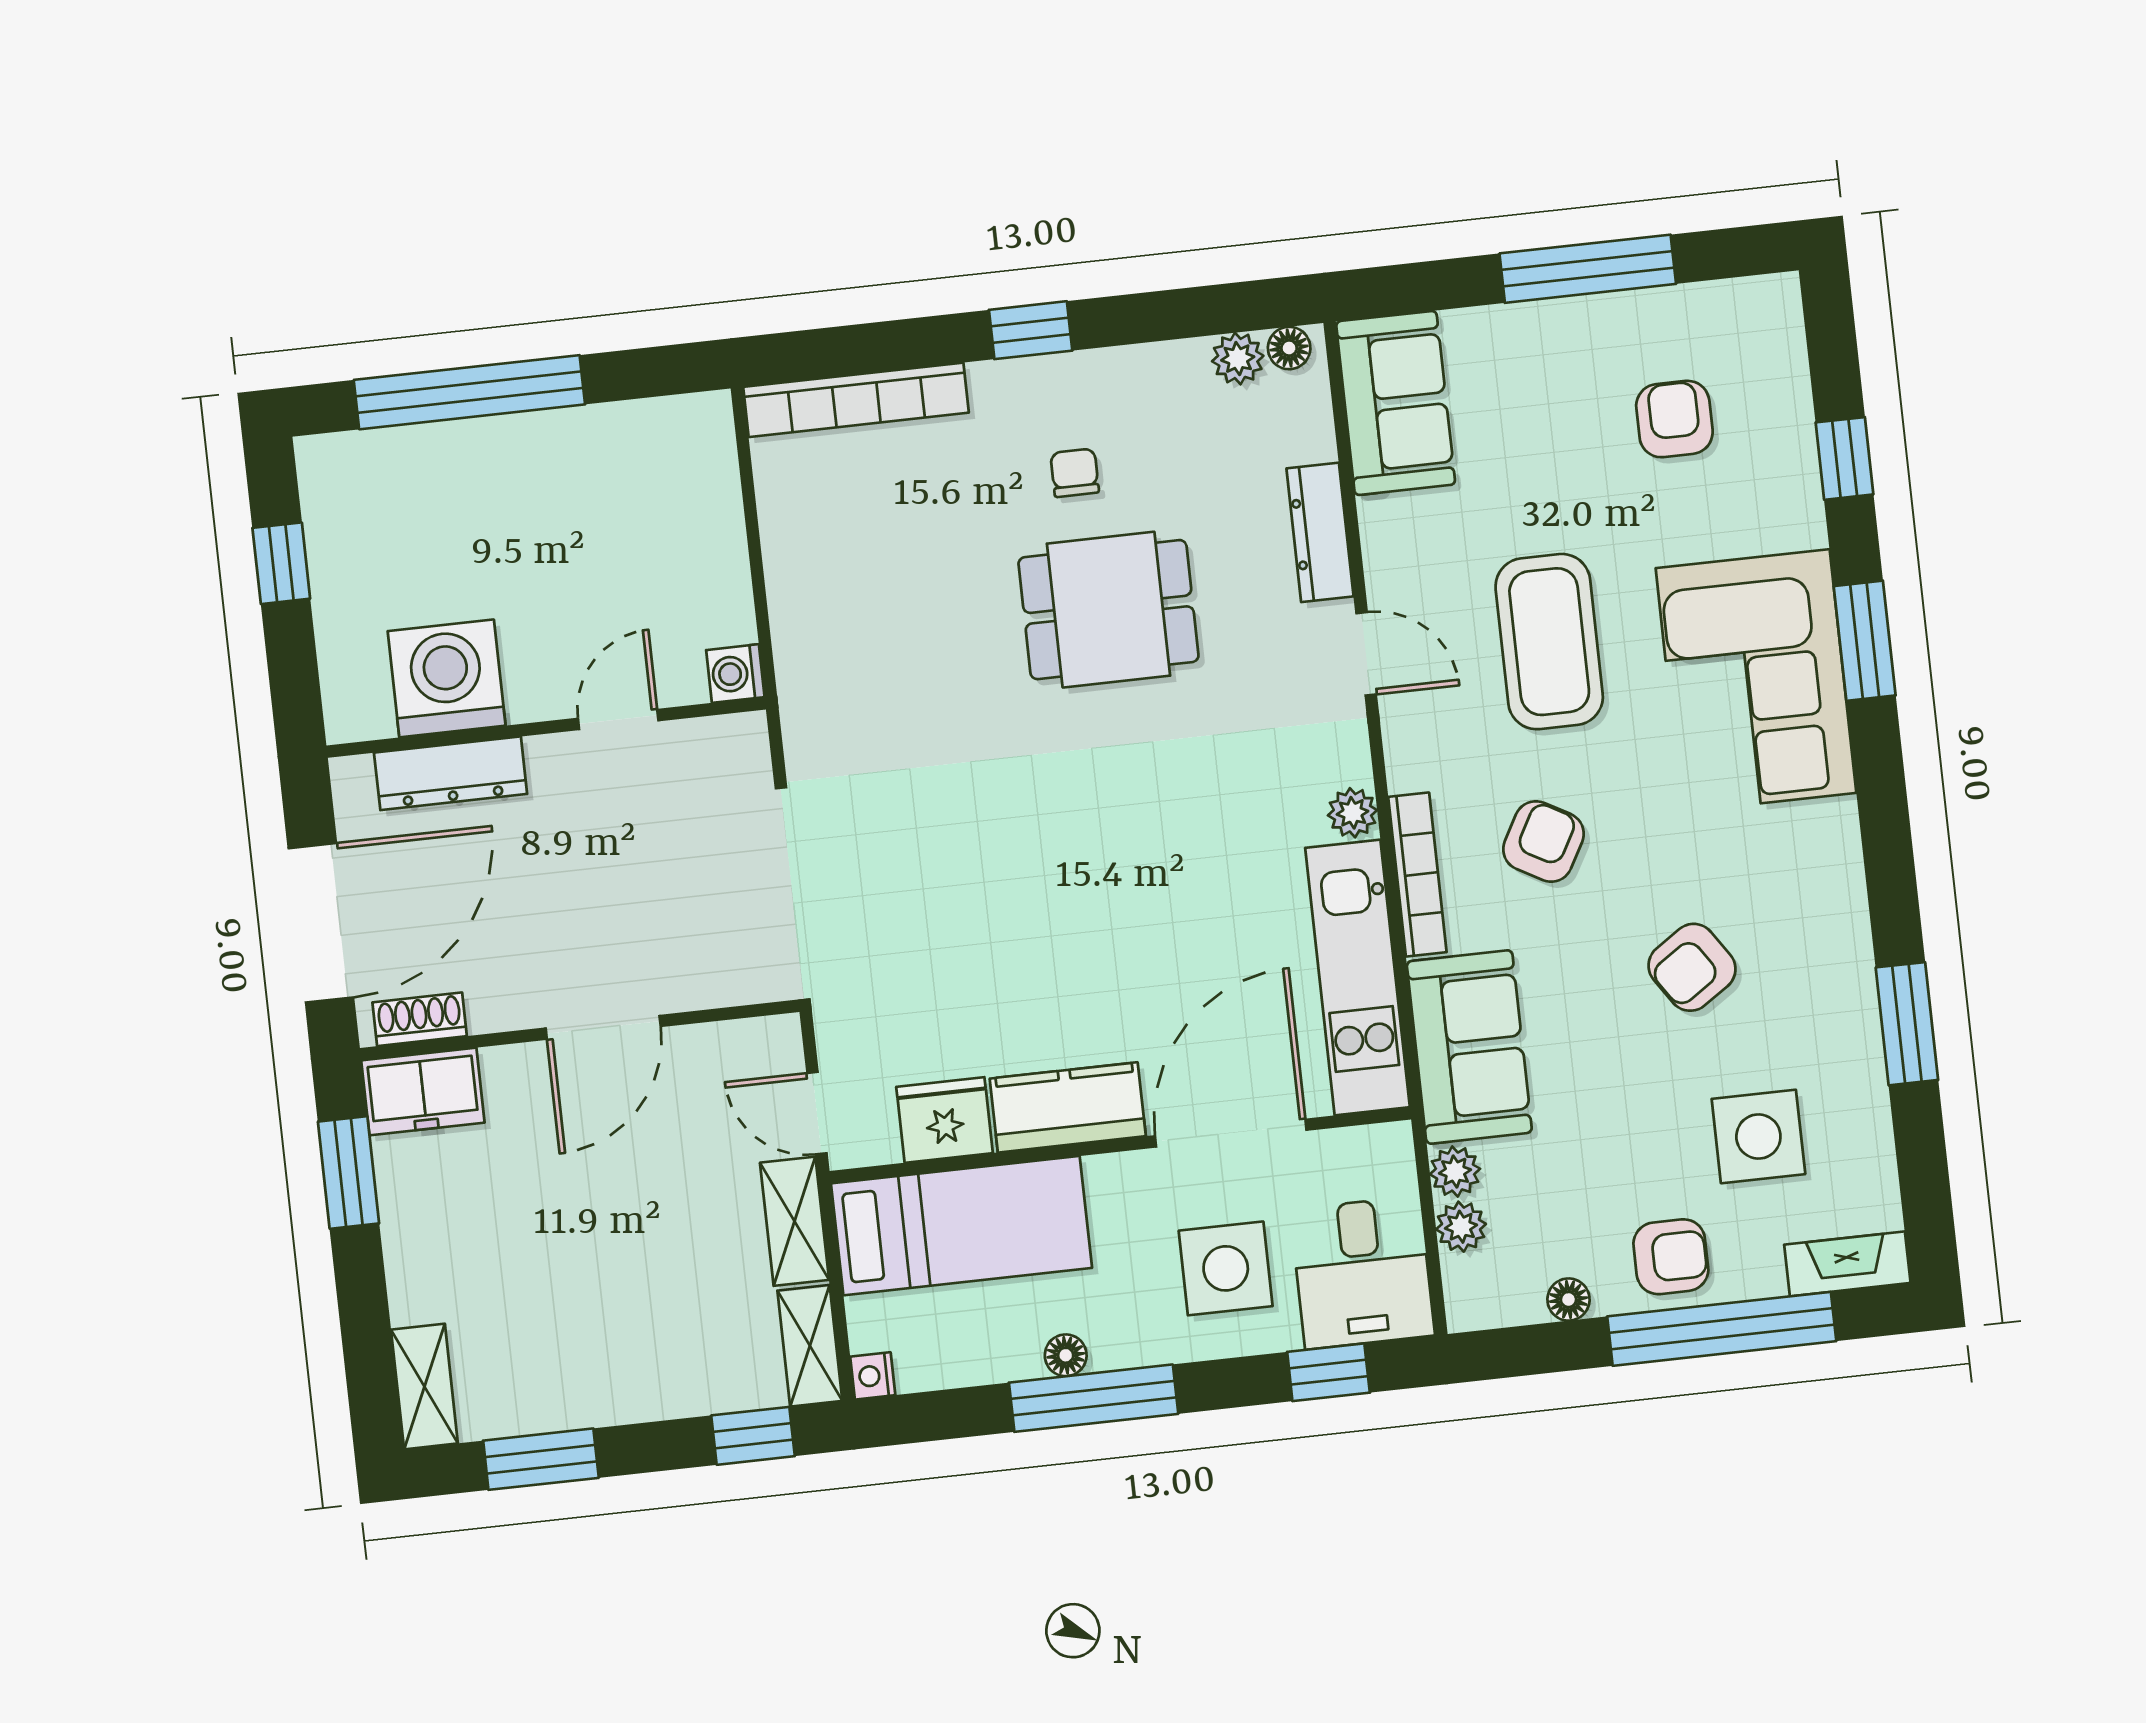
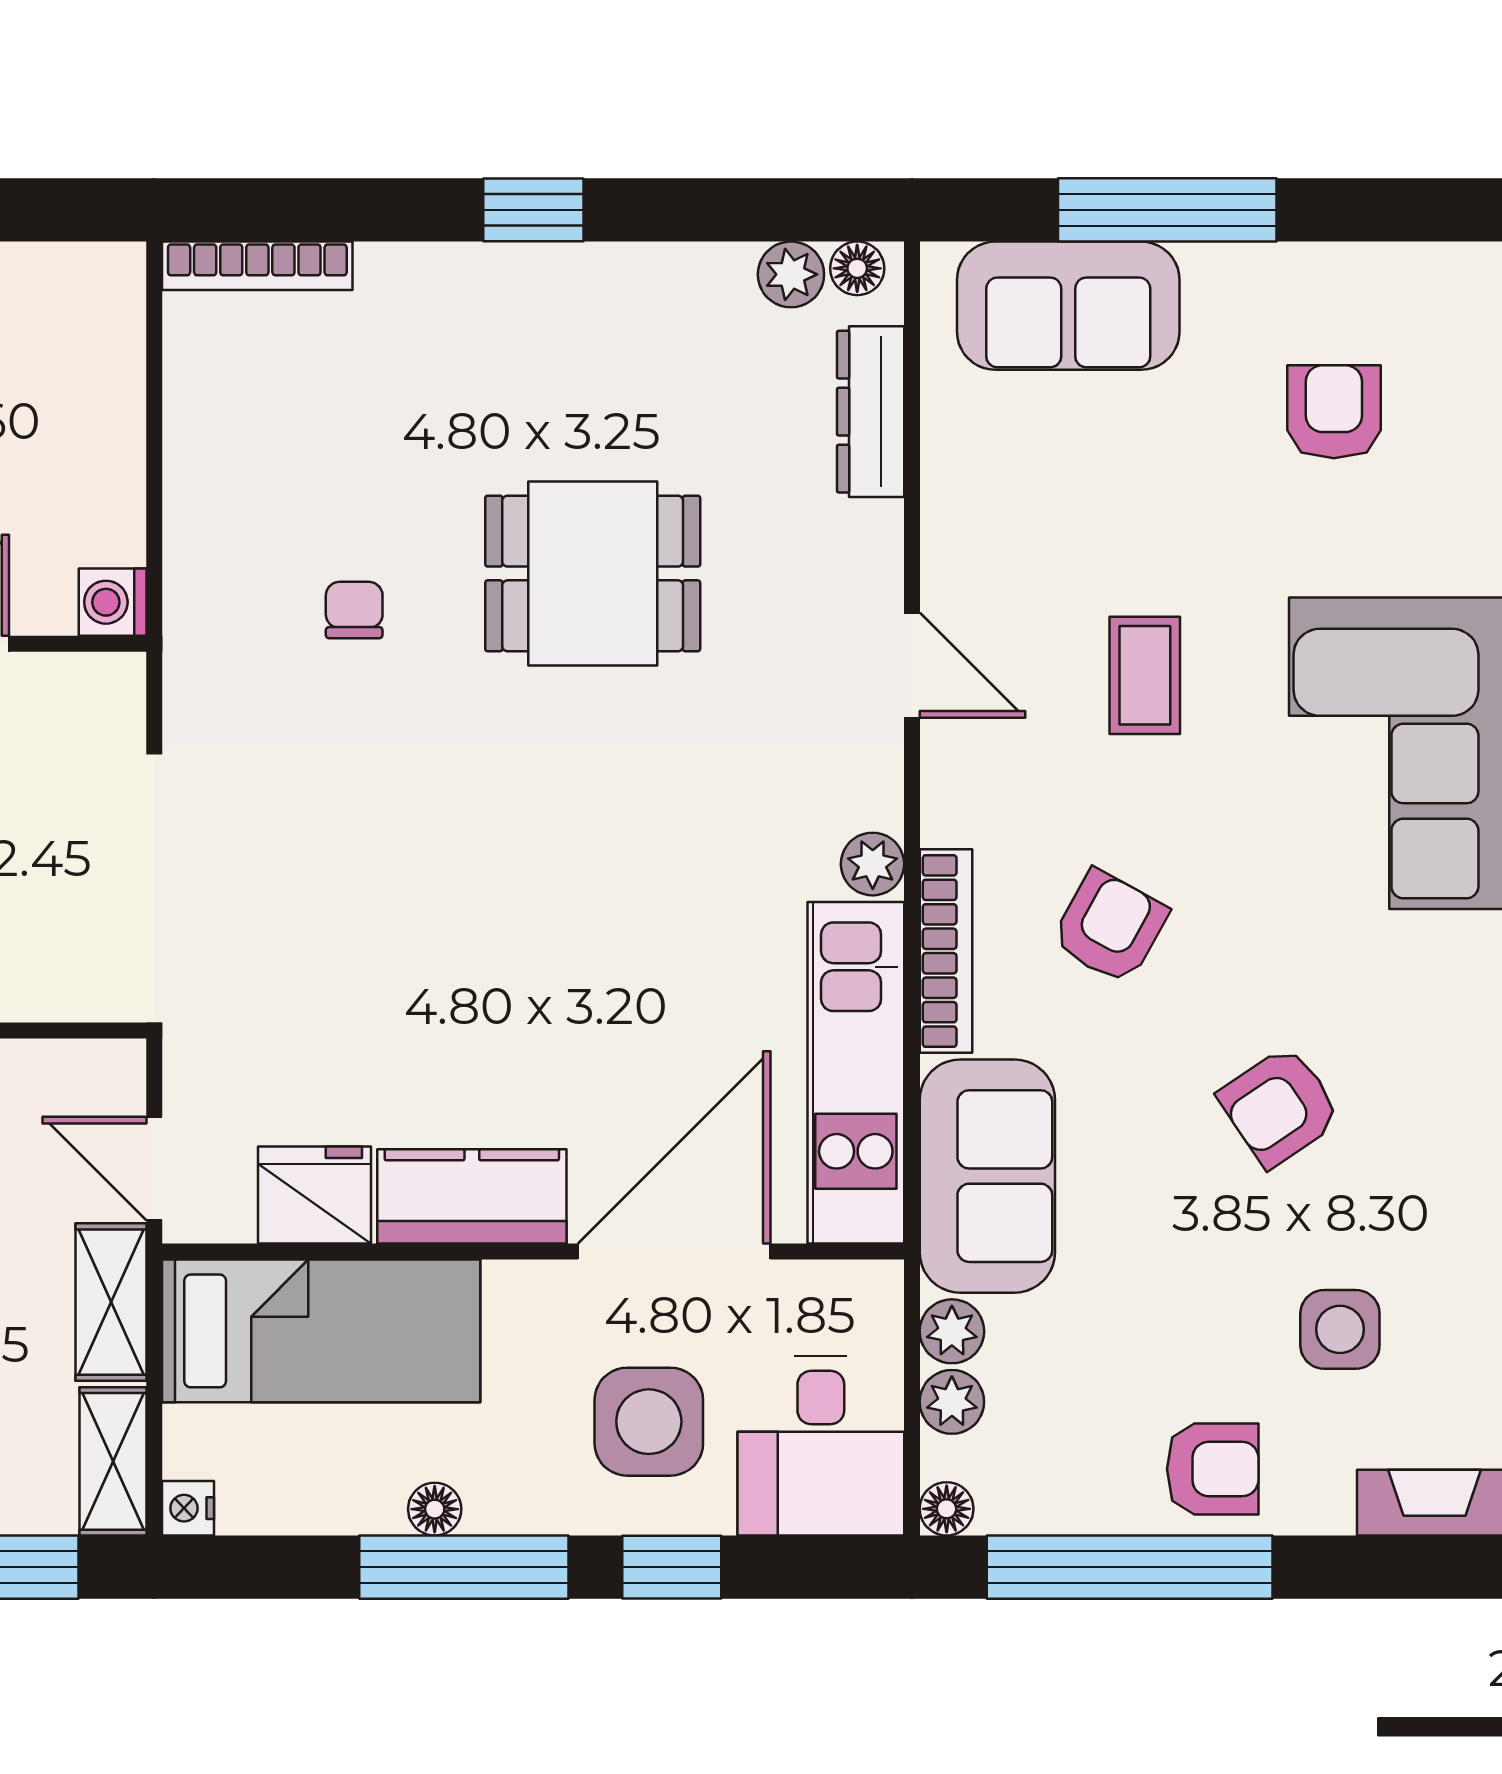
window: (1588, 269) -> (1167, 210), moved
bookcase: (856, 400) -> (257, 266), width x0.68, depth x0.76
sofa: (1396, 403) -> (1068, 306), moved, turned 90
chair: (1075, 473) -> (354, 610), moved
dresser: (1320, 532) -> (871, 412), moved
coffee table: (1549, 642) -> (1145, 675), width x0.54, depth x0.58
side table: (1758, 1136) -> (1340, 1329), width x0.73, depth x0.73
floor lamp: (1568, 1300) -> (947, 1509), moved
window: (1722, 1329) -> (1130, 1567), moved
window: (1328, 1372) -> (672, 1567), moved

